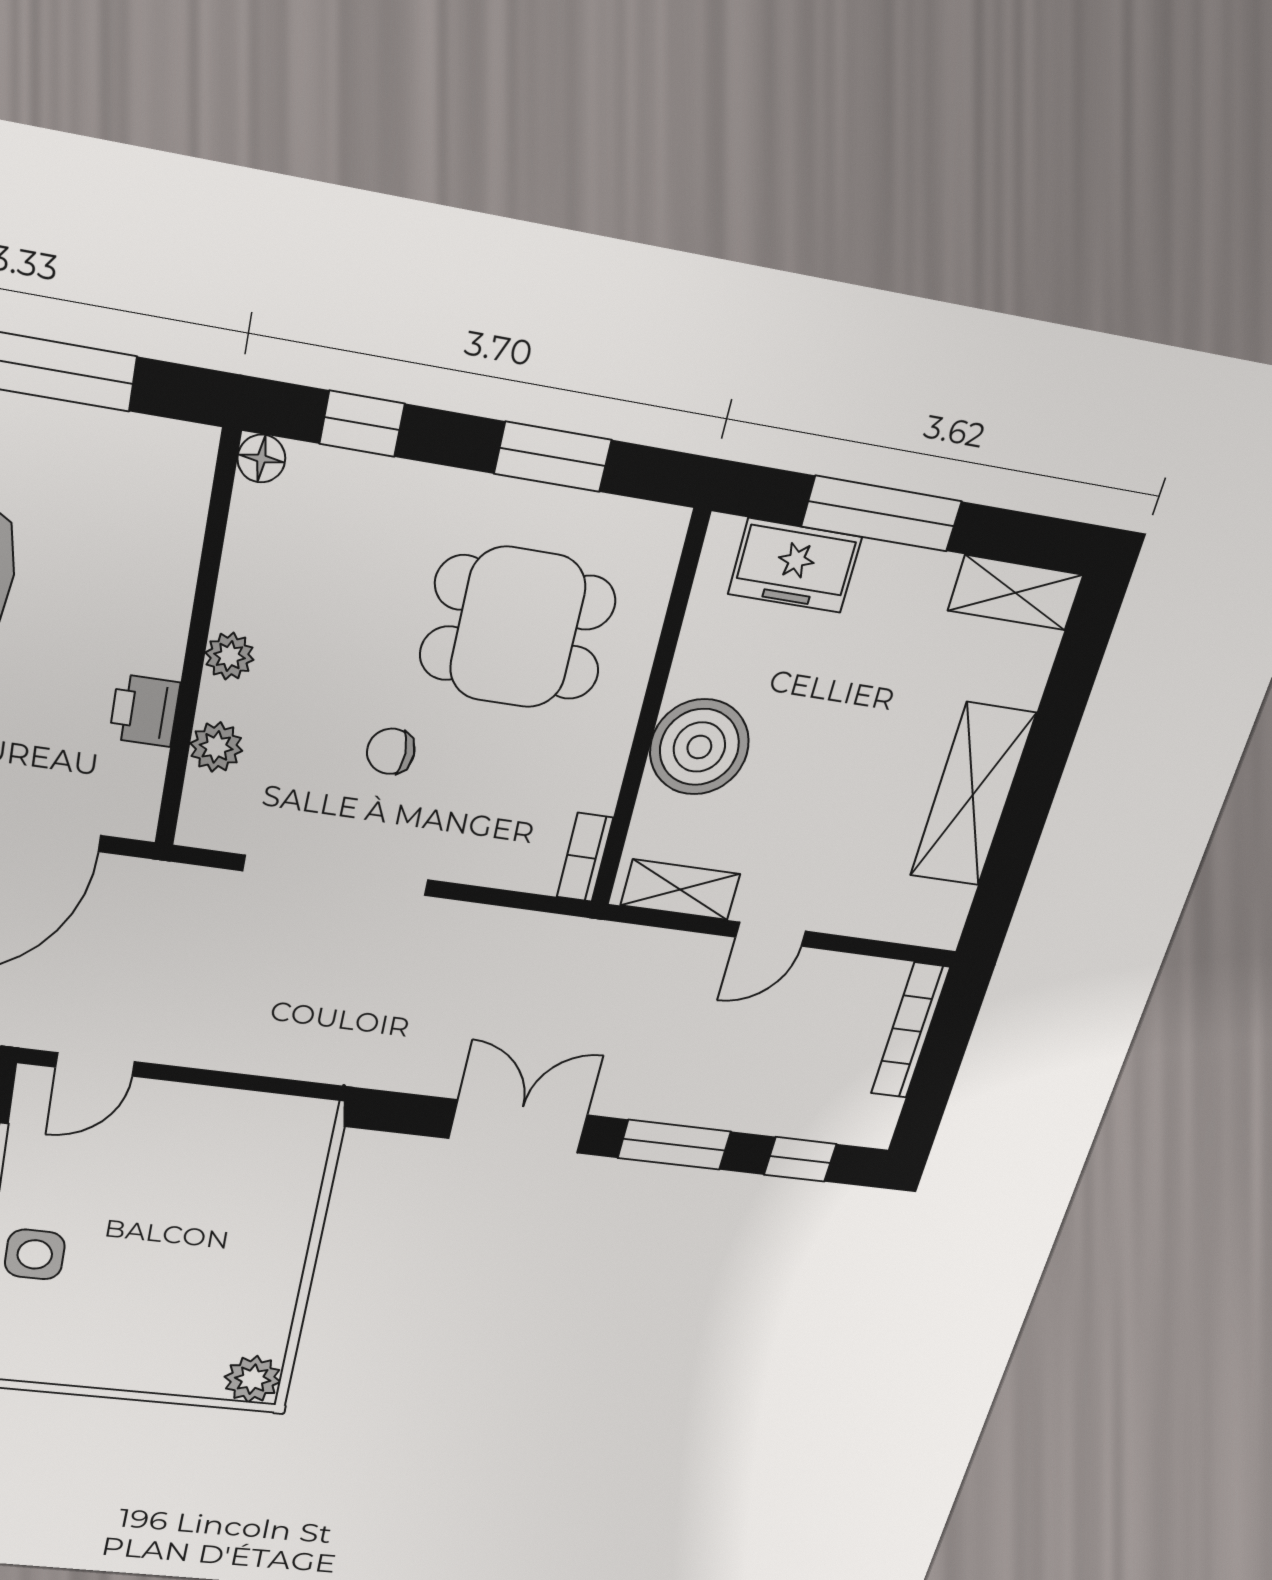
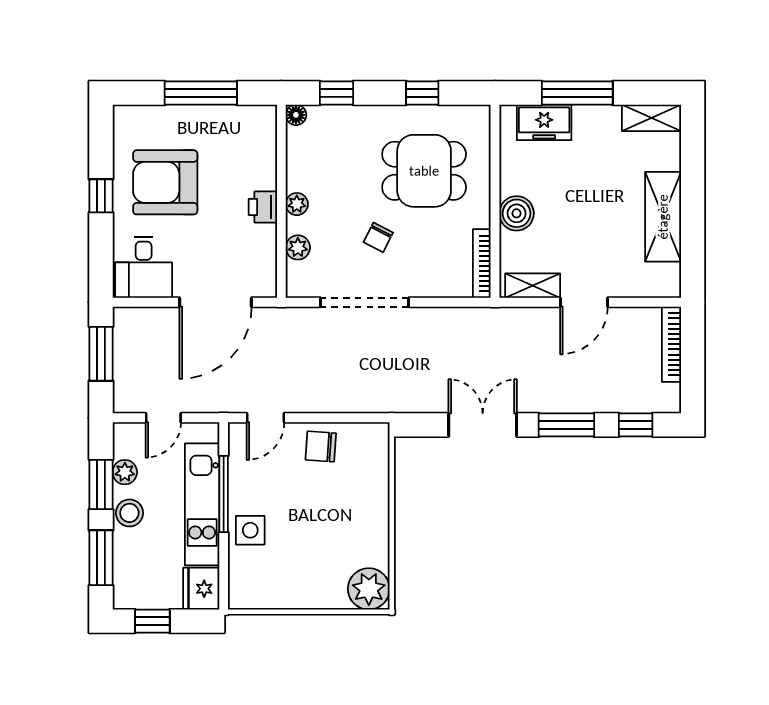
window: (553, 457) -> (422, 93), width x0.67
printer: (145, 710) -> (263, 207), moved
boiler: (699, 747) -> (517, 213), width x0.73, depth x0.73
chair: (391, 751) -> (378, 237), turned -63
bookcase: (585, 857) -> (482, 264), width x1.56
door: (771, 934) -> (584, 302), width x1.38
chair: (197, 1128) -> (321, 447), added
plant: (253, 1379) -> (369, 589), width x1.36, depth x1.36

